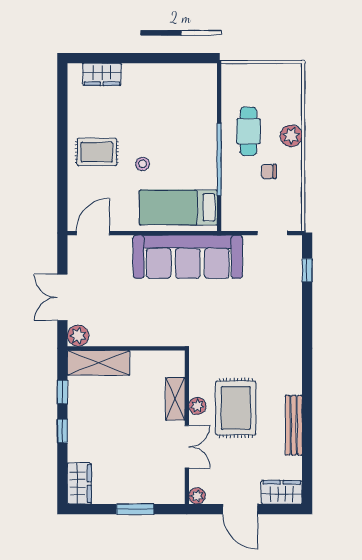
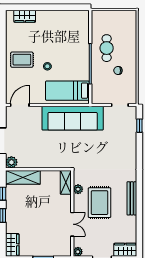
plant: (291, 136) -> (130, 51), removed
shelving: (175, 399) -> (66, 182), moved
plant: (197, 406) -> (78, 189), moved
bench: (294, 425) -> (132, 198), moved

